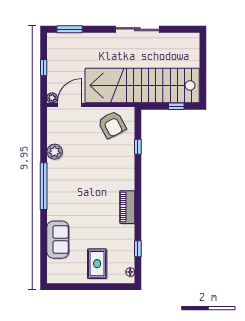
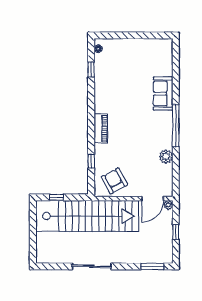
piano: (127, 207) -> (101, 129), moved
sofa: (58, 240) -> (163, 93), moved
rug: (97, 264) -> (128, 56), removed

